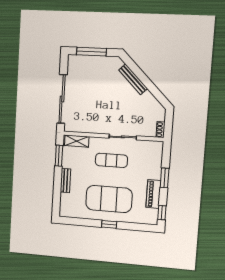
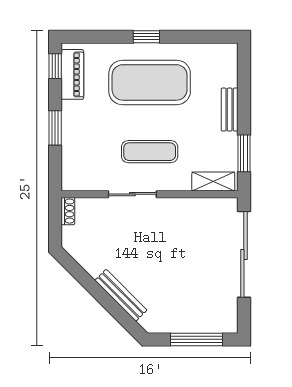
piano: (153, 194) -> (72, 74), moved

